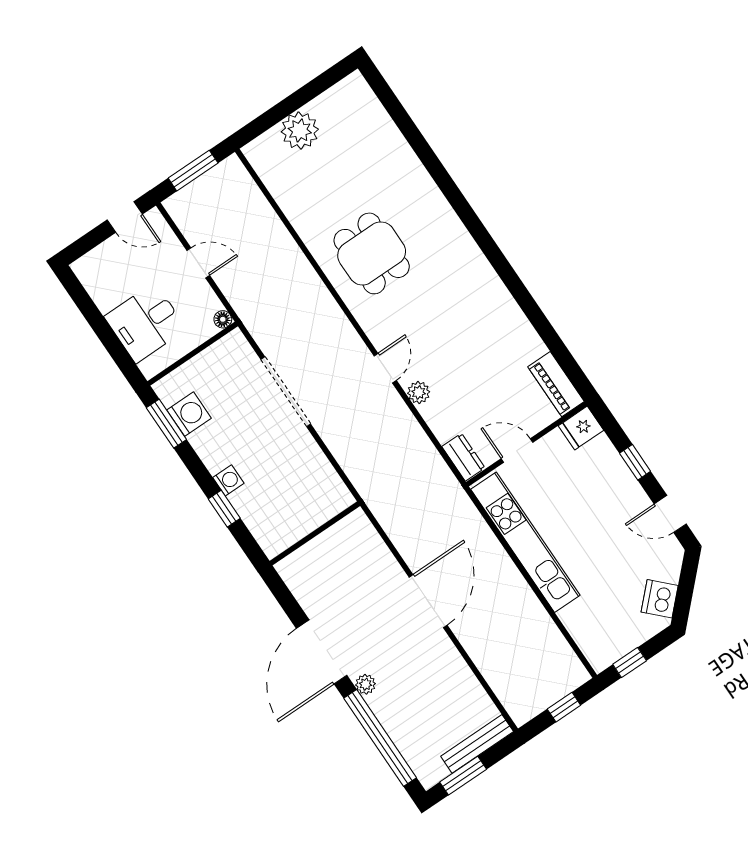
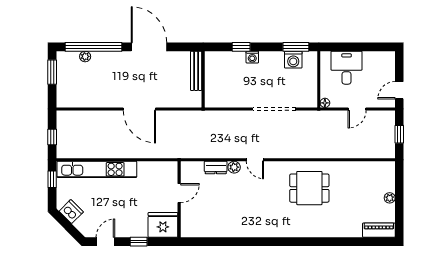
plant: (300, 131) -> (390, 198), width x0.53, depth x0.53
window: (193, 171) -> (399, 134), width x0.67
piano: (556, 384) -> (379, 230), moved
fridge: (581, 428) -> (163, 225), width x1.88, depth x1.34
dresser: (463, 457) -> (216, 168), moved
kitchen unit: (525, 542) -> (97, 169), moved
plant: (366, 684) -> (85, 56), moved
bench: (477, 744) -> (196, 71), moved

